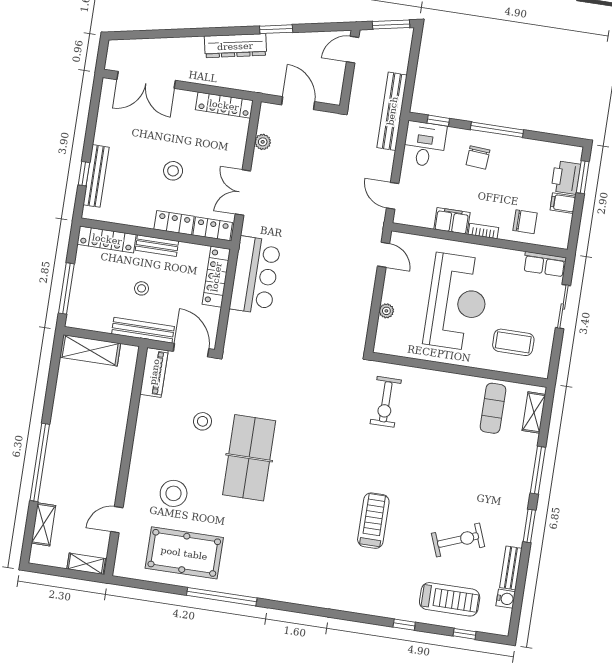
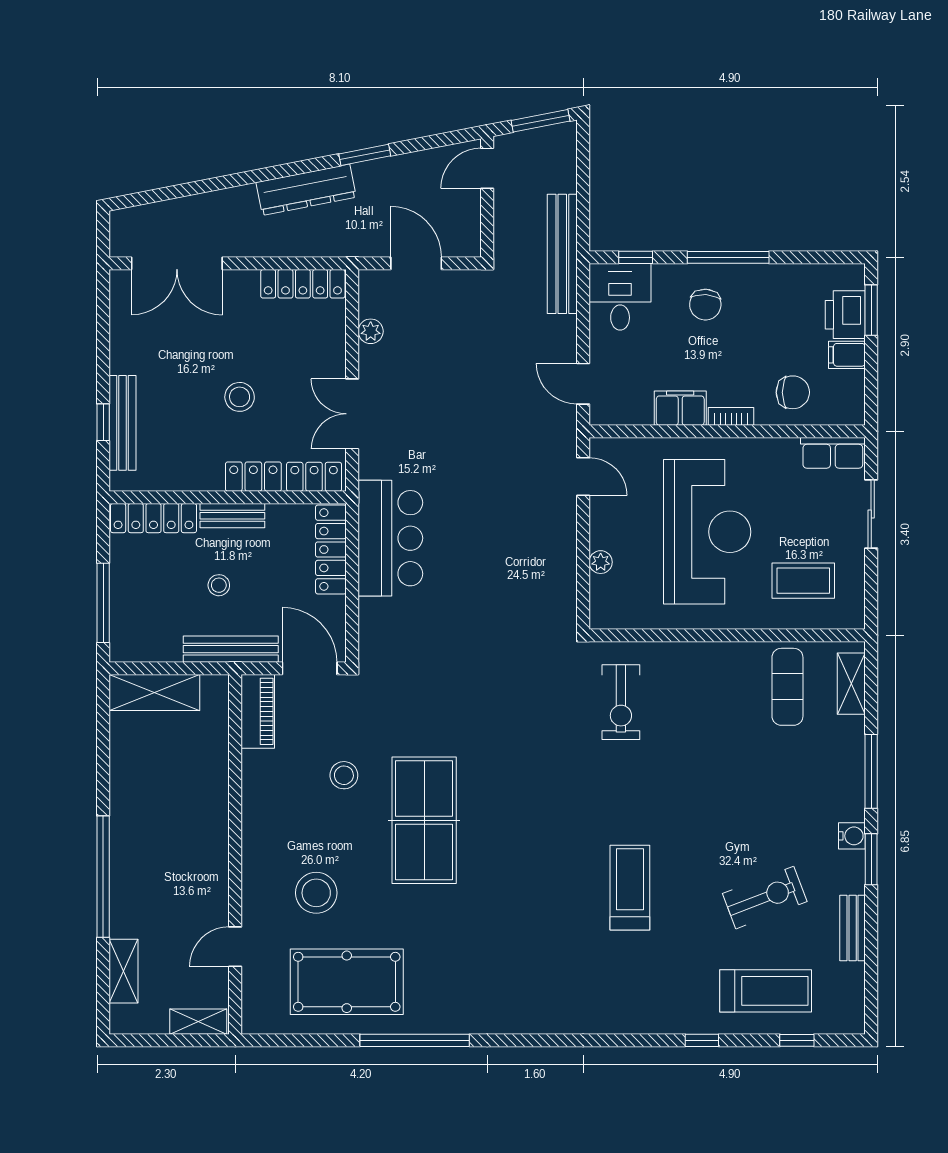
water cooler: (506, 599) -> (852, 836), moved

